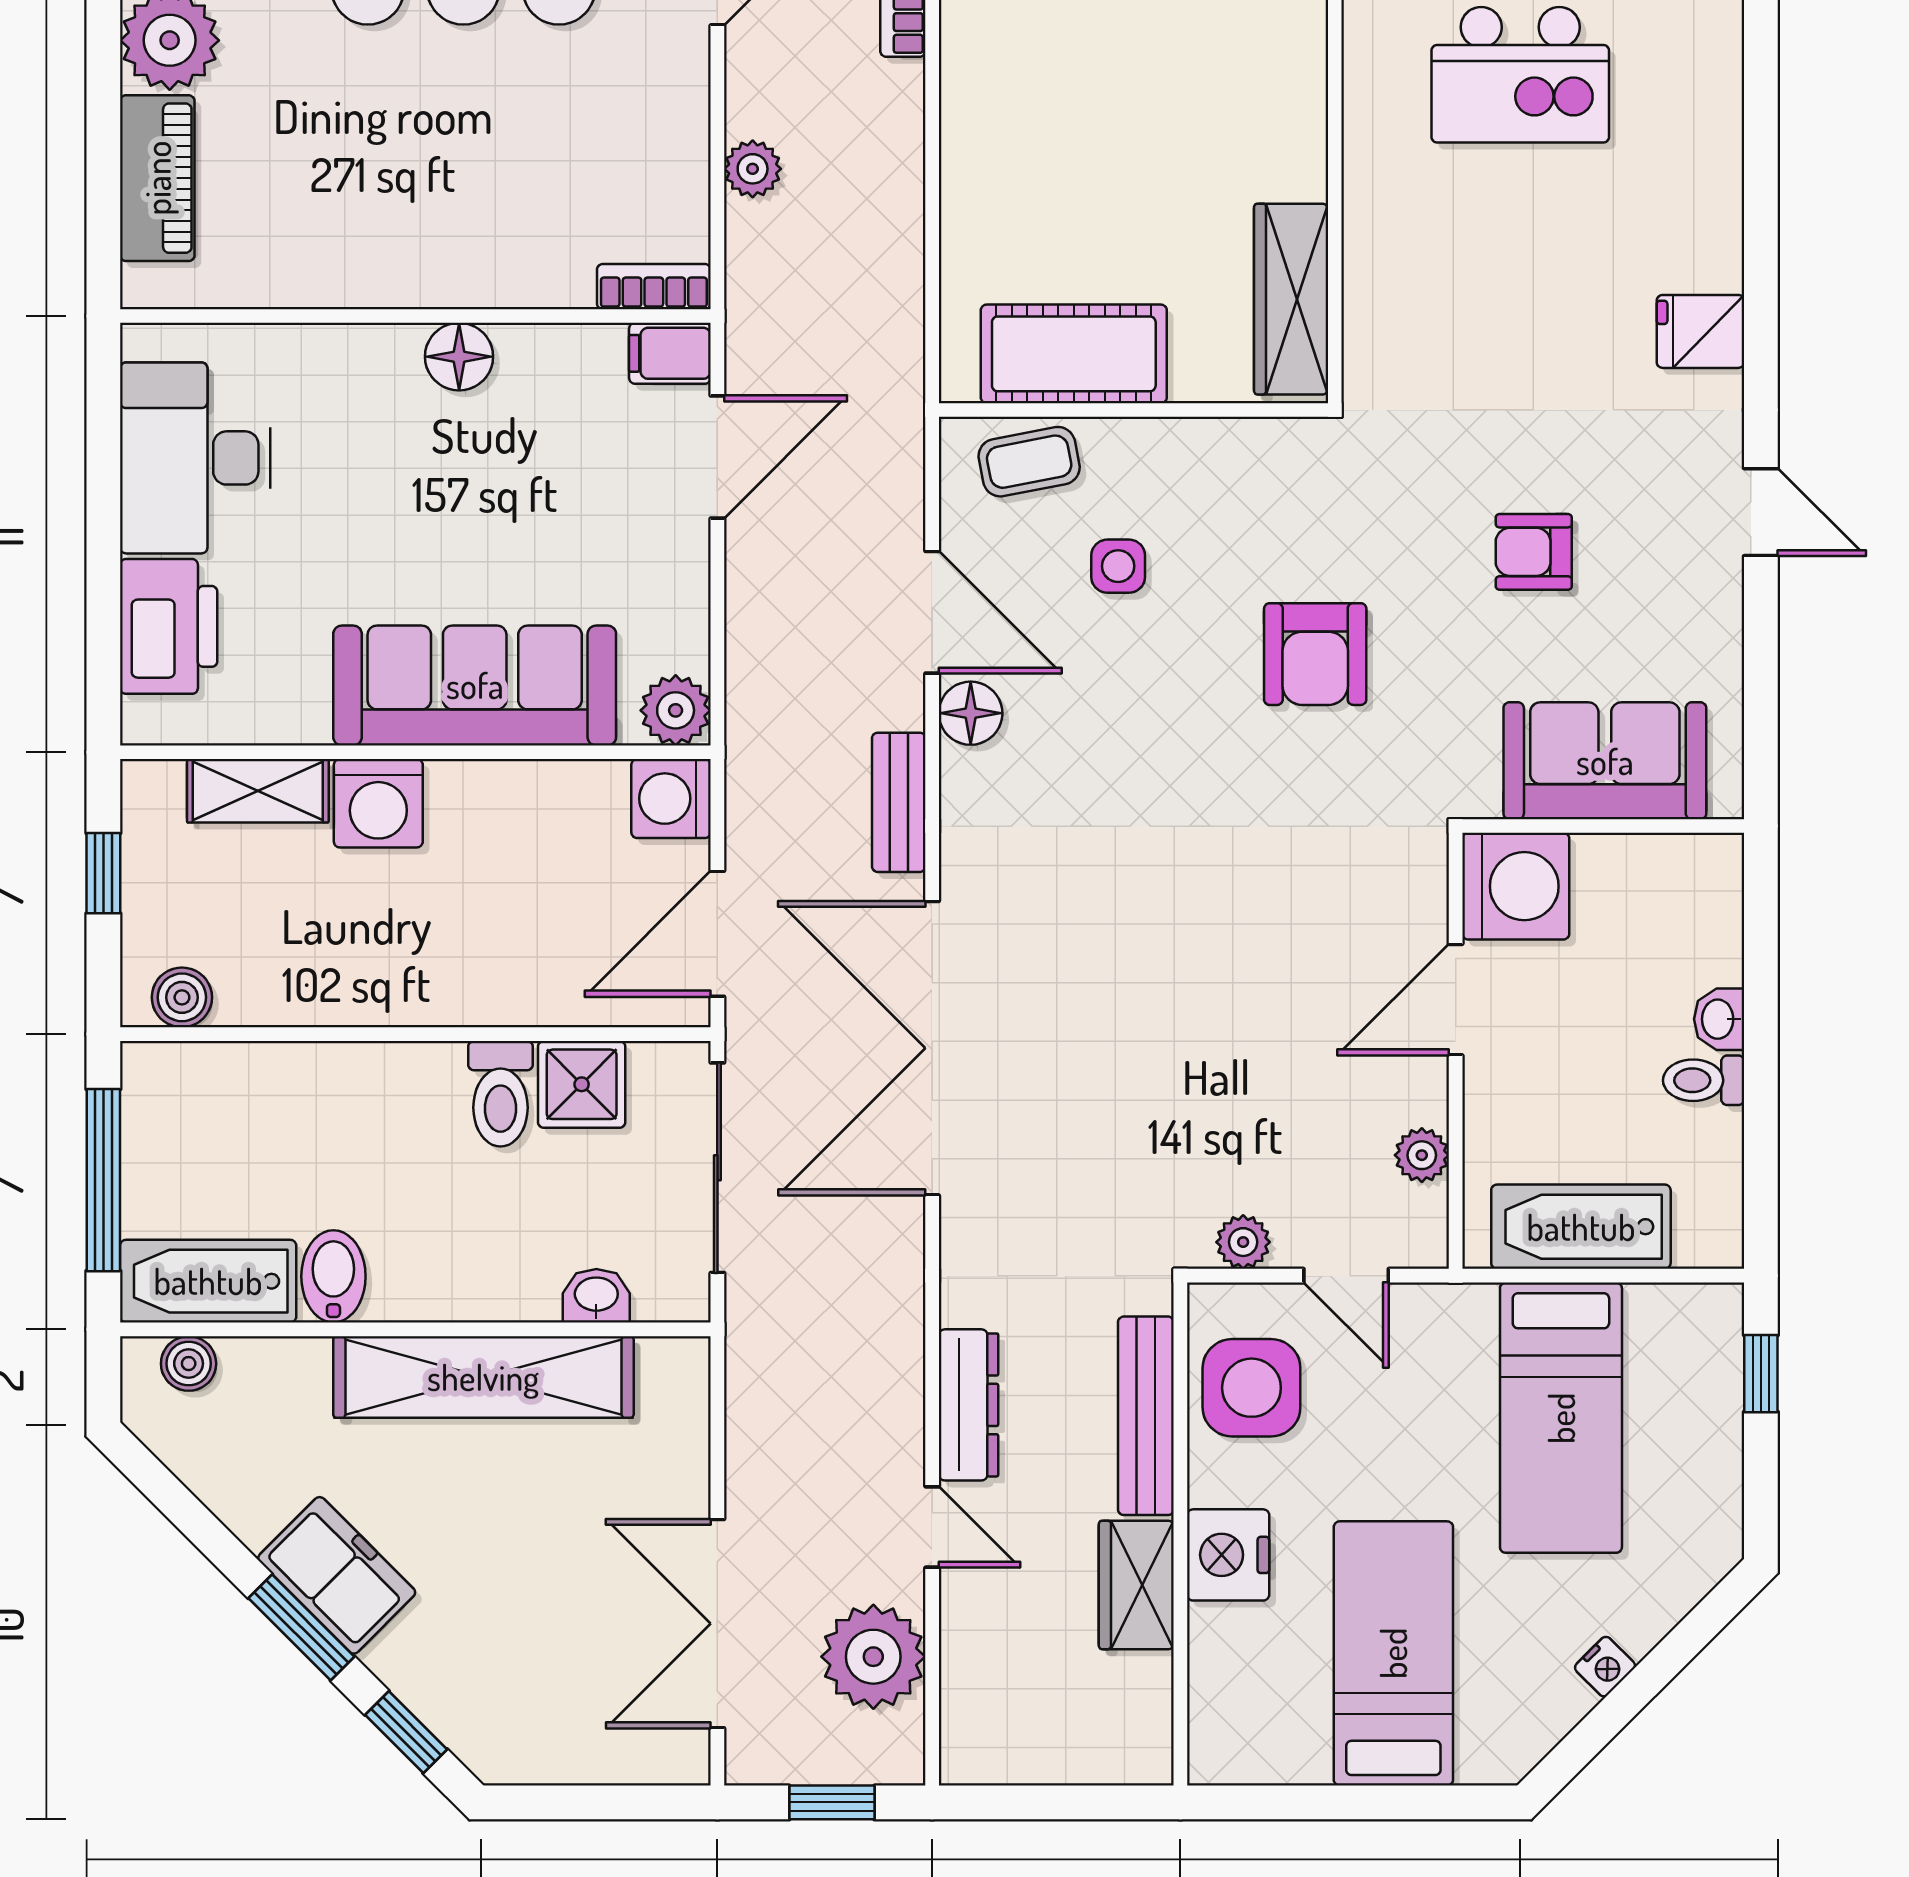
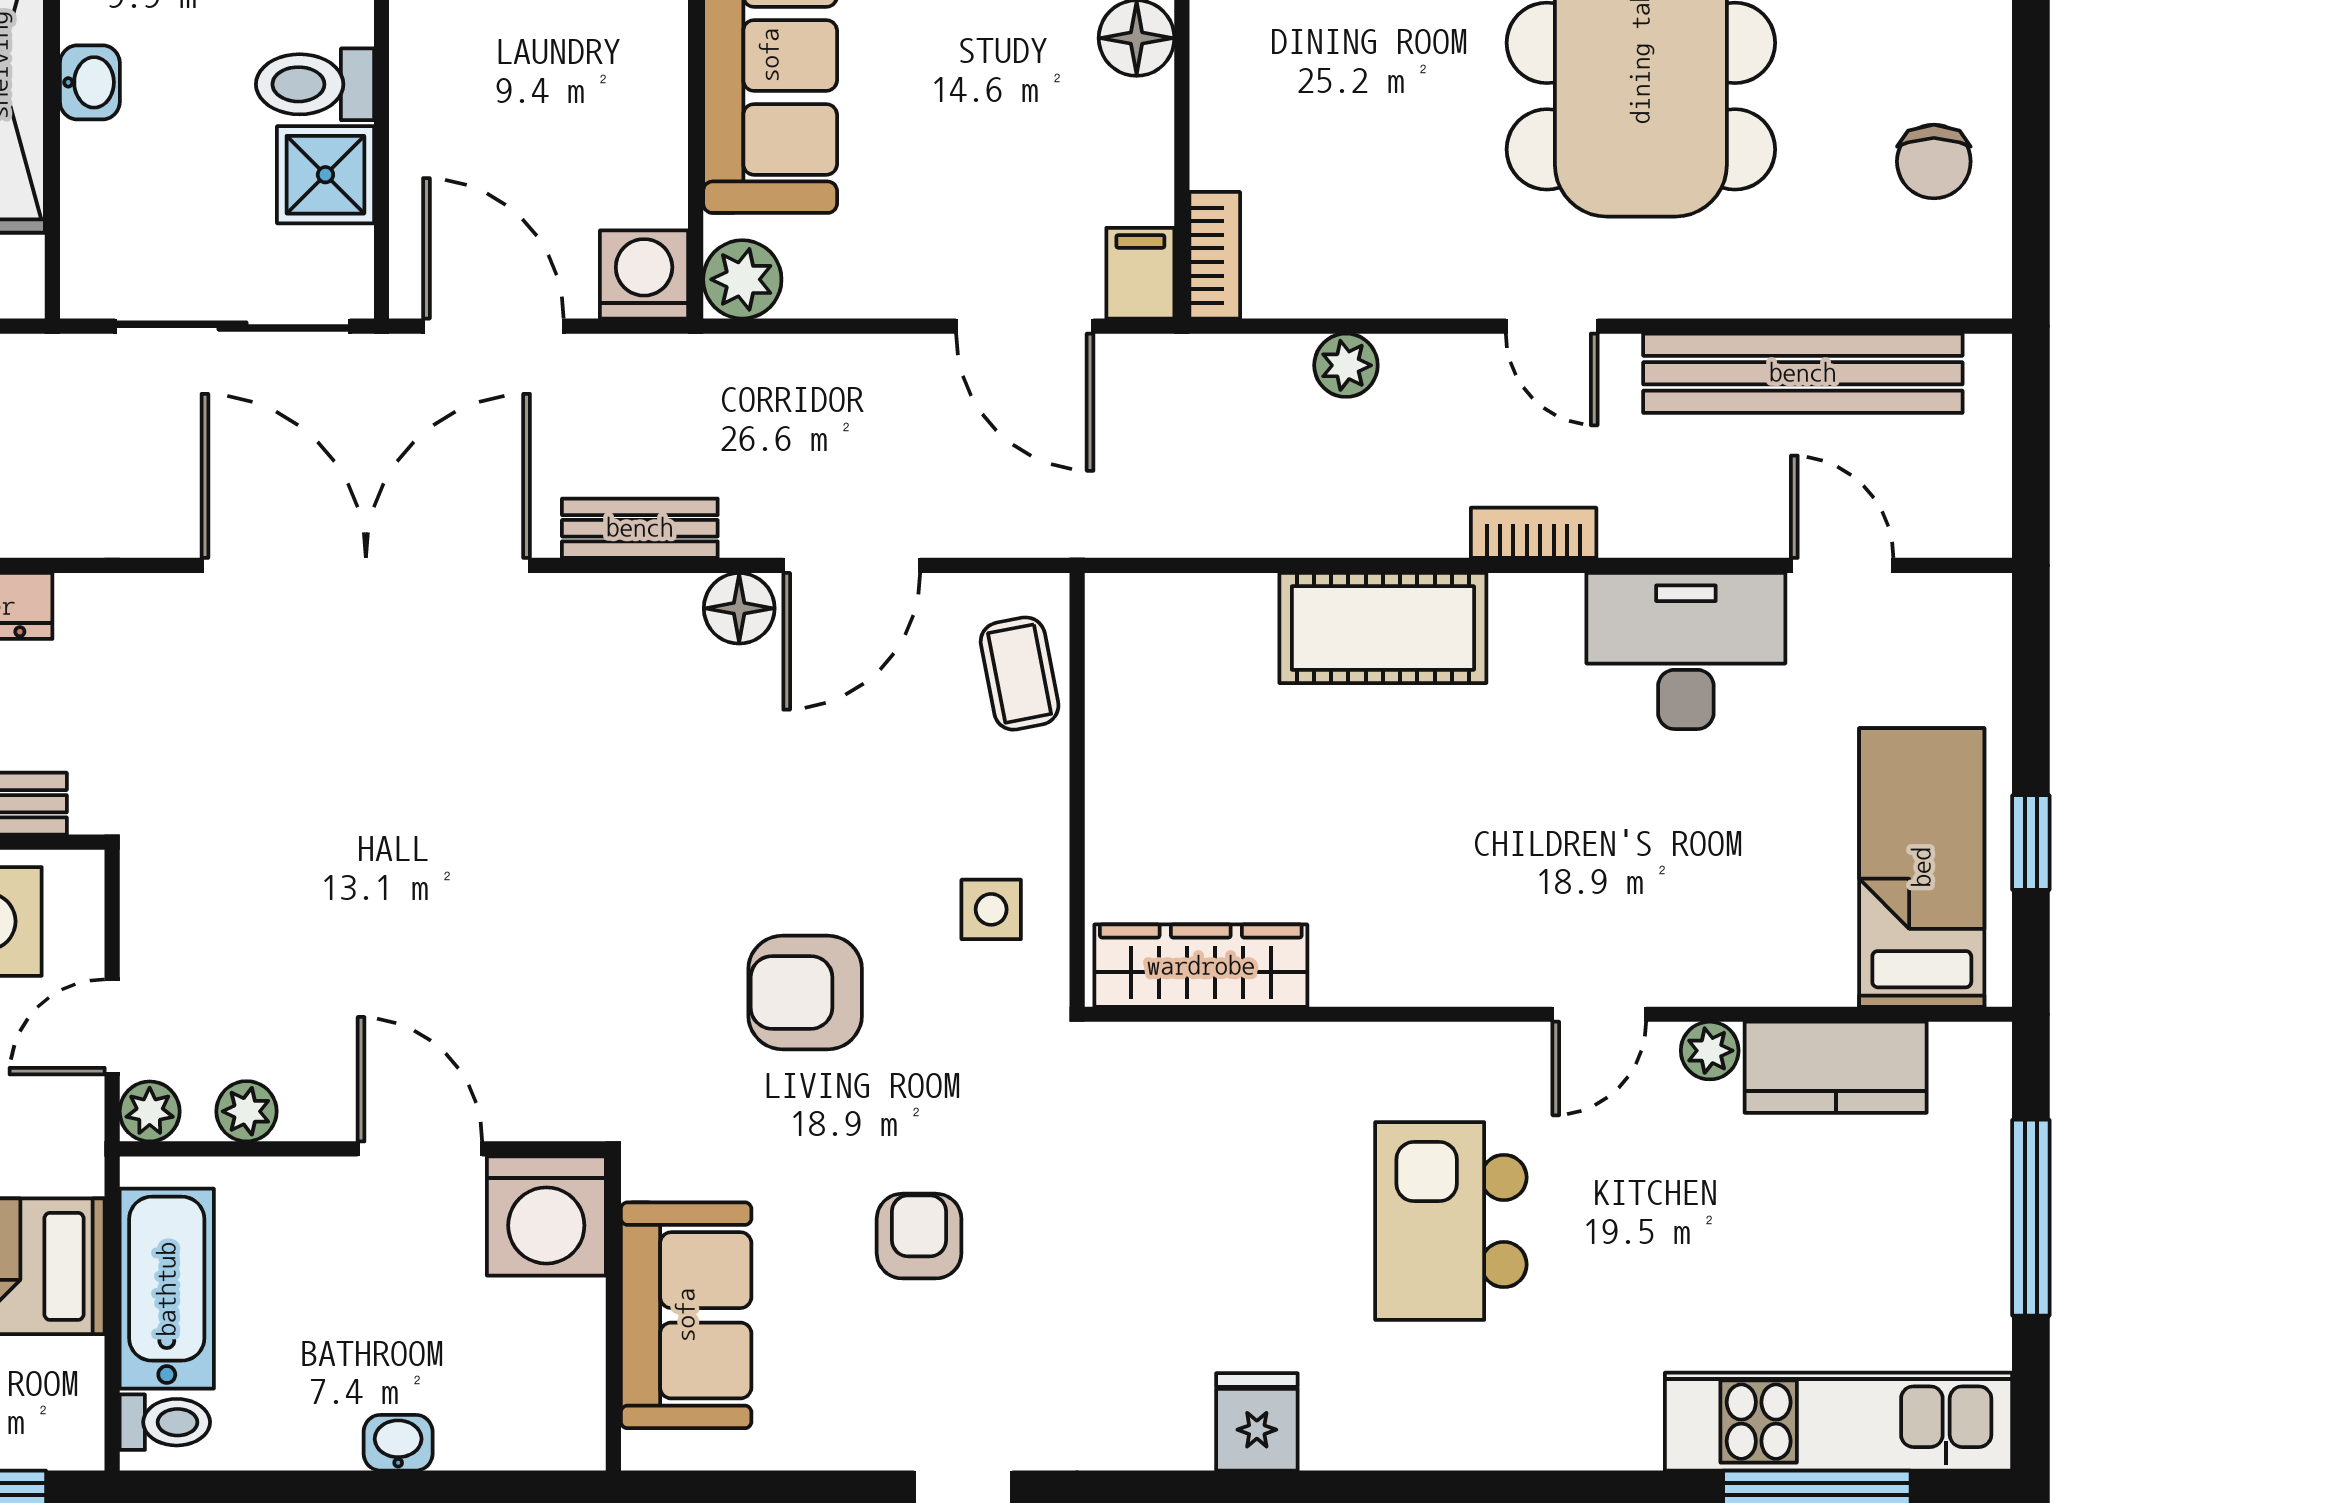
fridge: (1700, 331) -> (1257, 1422), moved
cot: (1074, 354) -> (1383, 628), moved, turned 90
side table: (1118, 566) -> (991, 909), moved
toilet: (1704, 1080) -> (165, 1422), moved, turned 90
plant: (1243, 1242) -> (150, 1111), moved
washbasin: (596, 1296) -> (90, 82), moved

